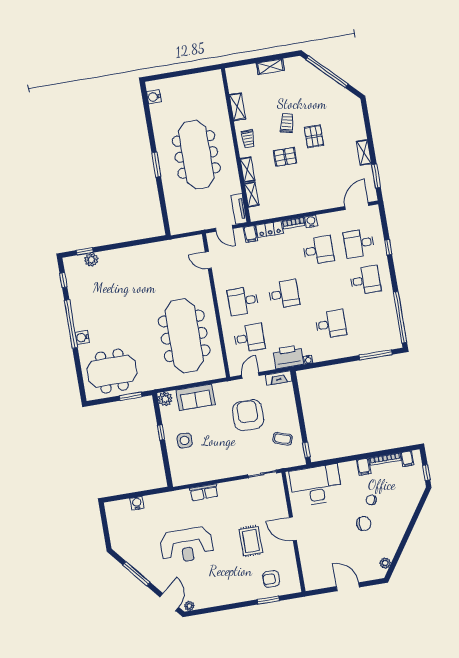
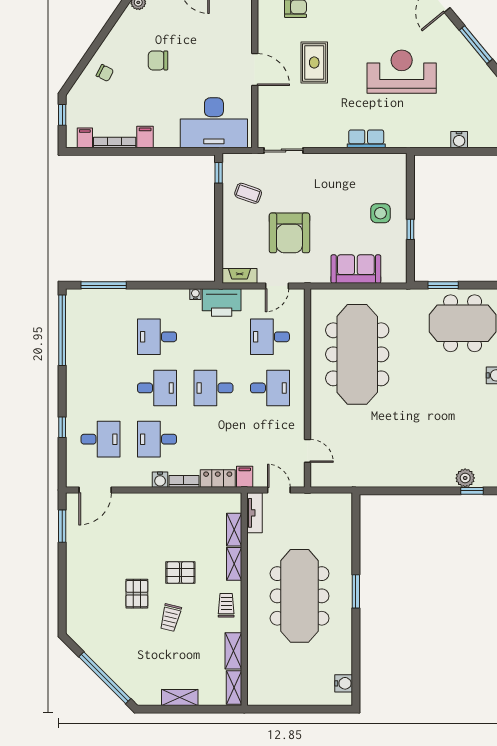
shelving: (364, 152) -> (234, 687), moved
desk: (365, 280) -> (157, 388), moved, turned 180
plant: (165, 399) -> (397, 274), removed
chair: (371, 500) -> (105, 73), moved

